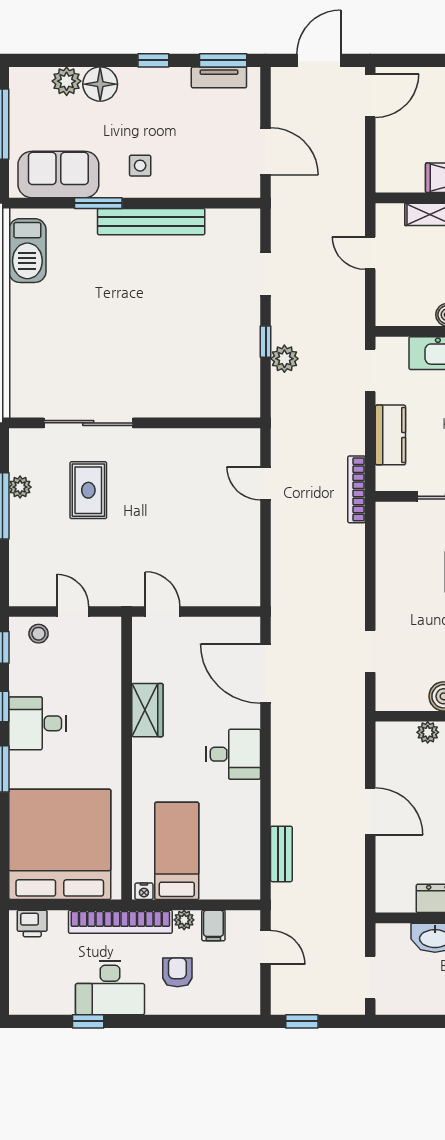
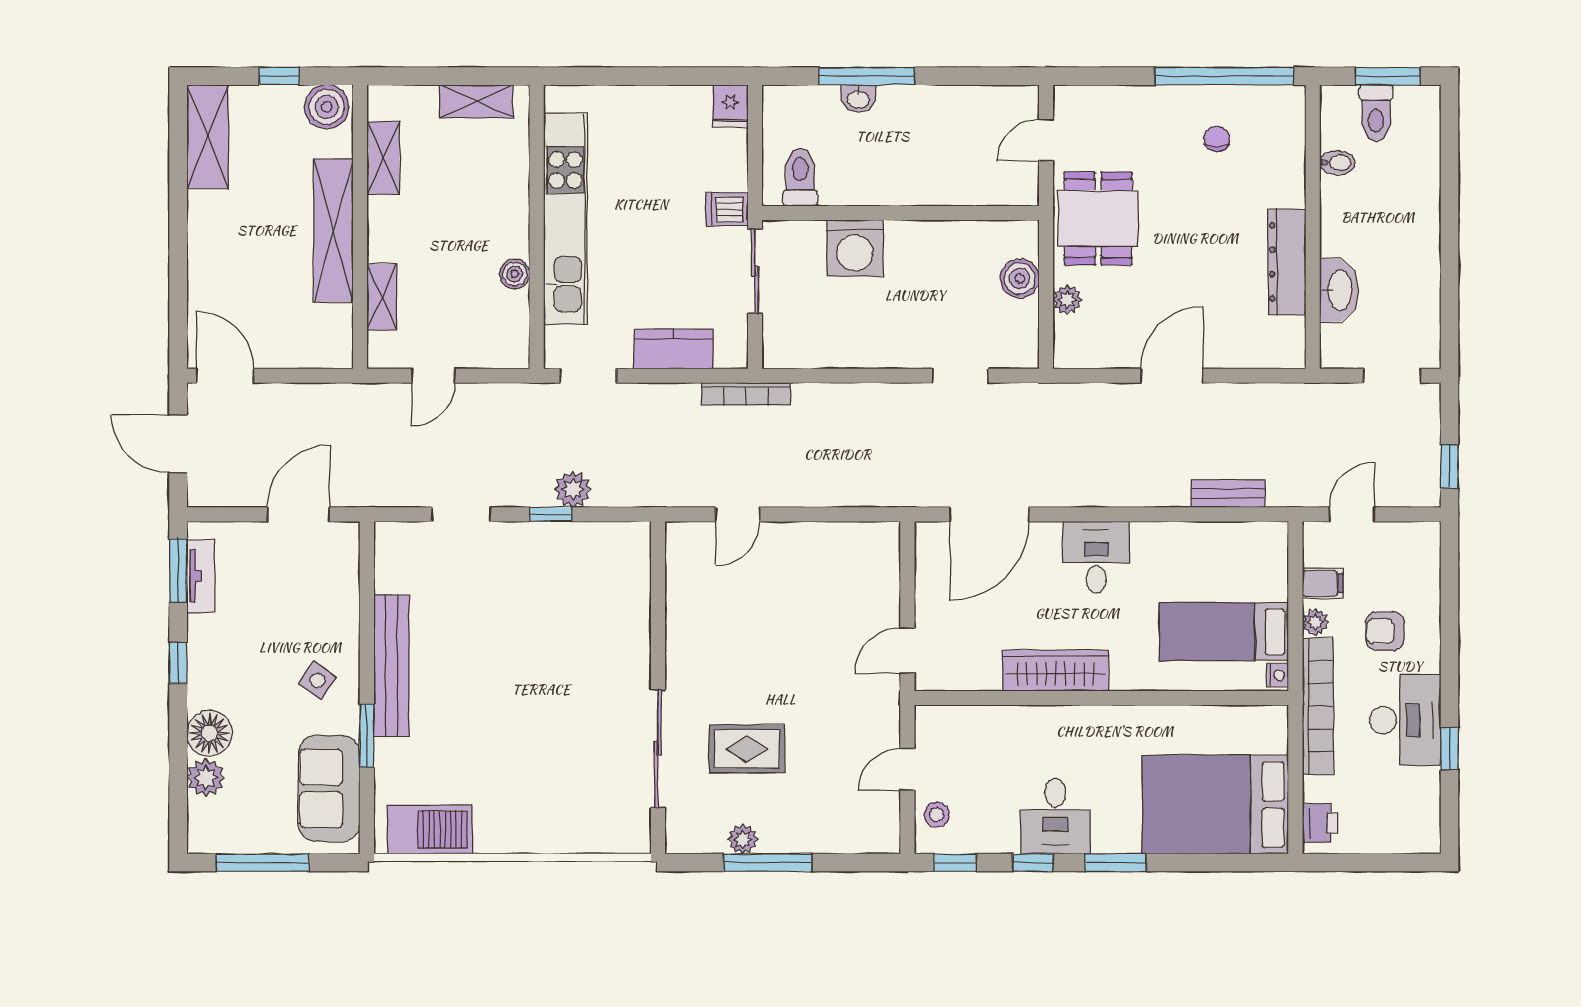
side table: (140, 166) -> (317, 680), turned 37
wardrobe: (147, 710) -> (1055, 671), width x1.50
bed: (60, 844) -> (1215, 805), width x0.73

